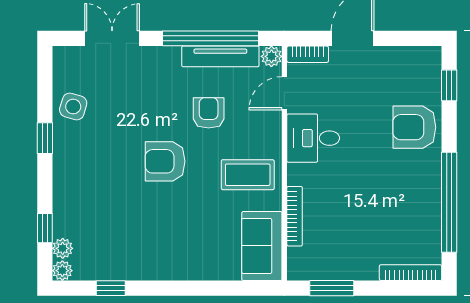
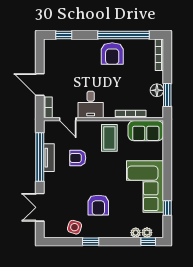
tv unit: (220, 56) -> (49, 158), width x0.71
plant: (271, 56) -> (49, 126), removed
armchair: (414, 127) -> (112, 54), moved
armchair: (165, 161) -> (98, 205), moved
window: (45, 228) -> (148, 242), moved
corner sofa: (153, 244) -> (145, 187), added
floor lamp: (341, 268) -> (157, 90), added
plant: (62, 271) -> (136, 233), moved

